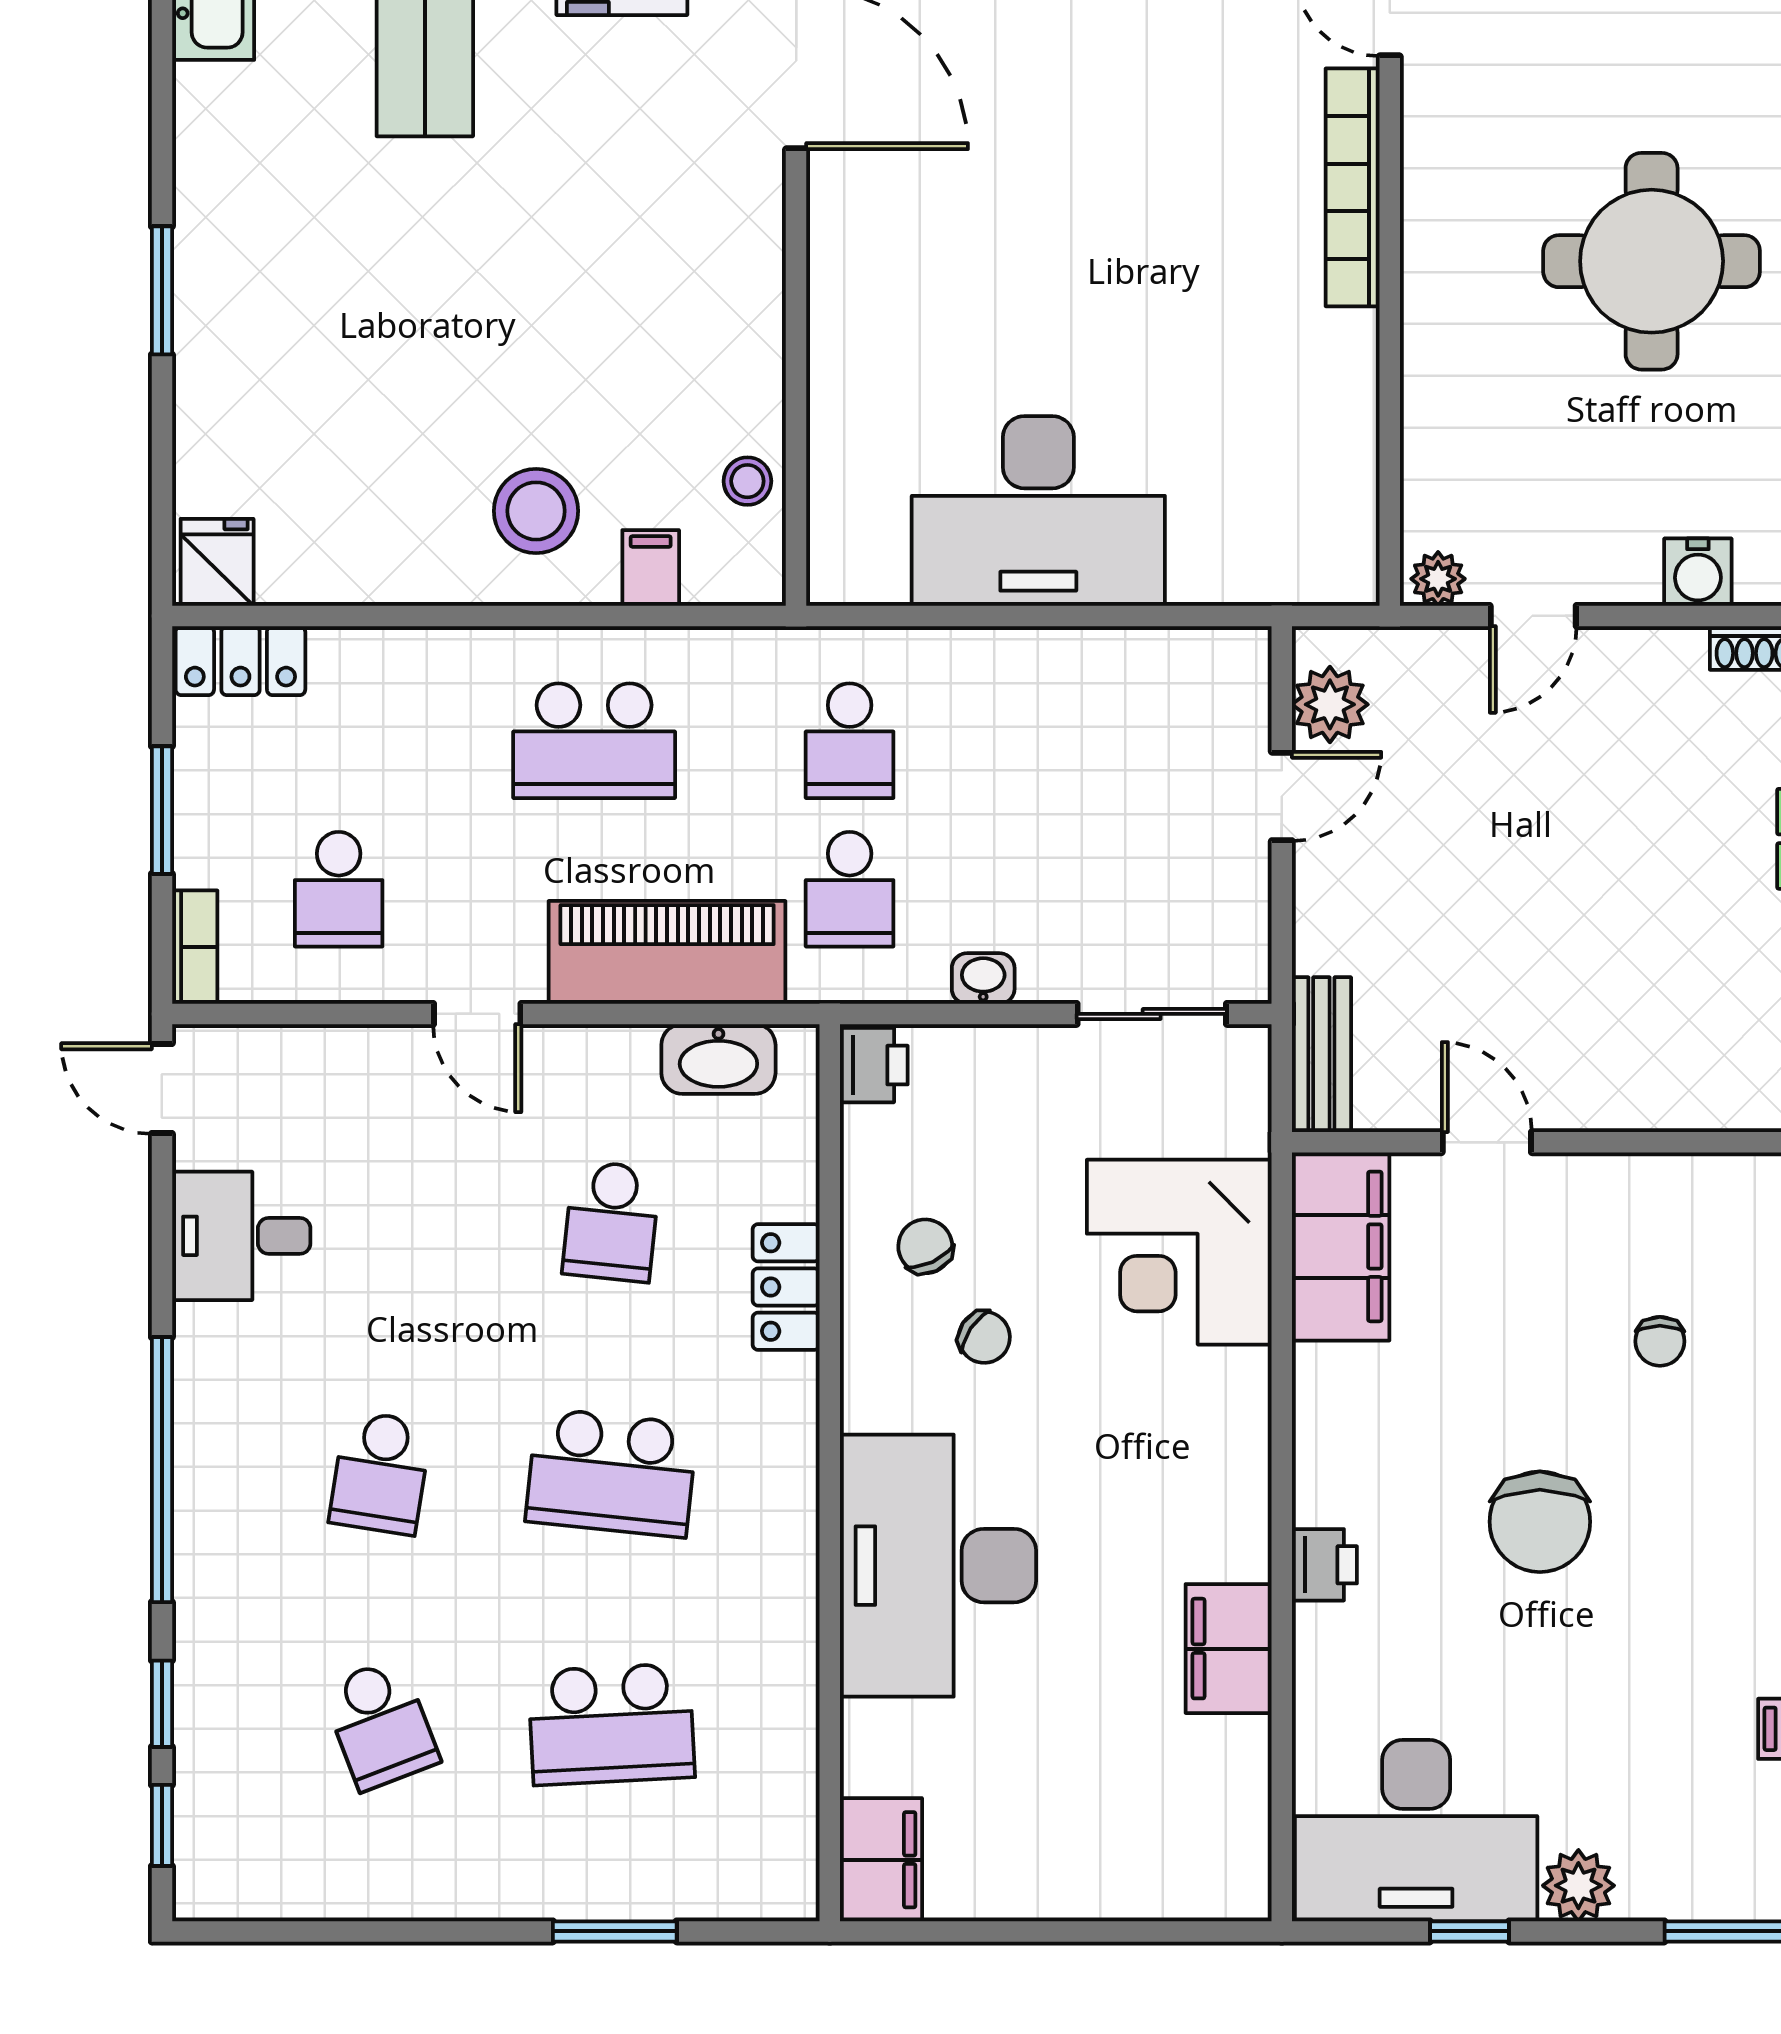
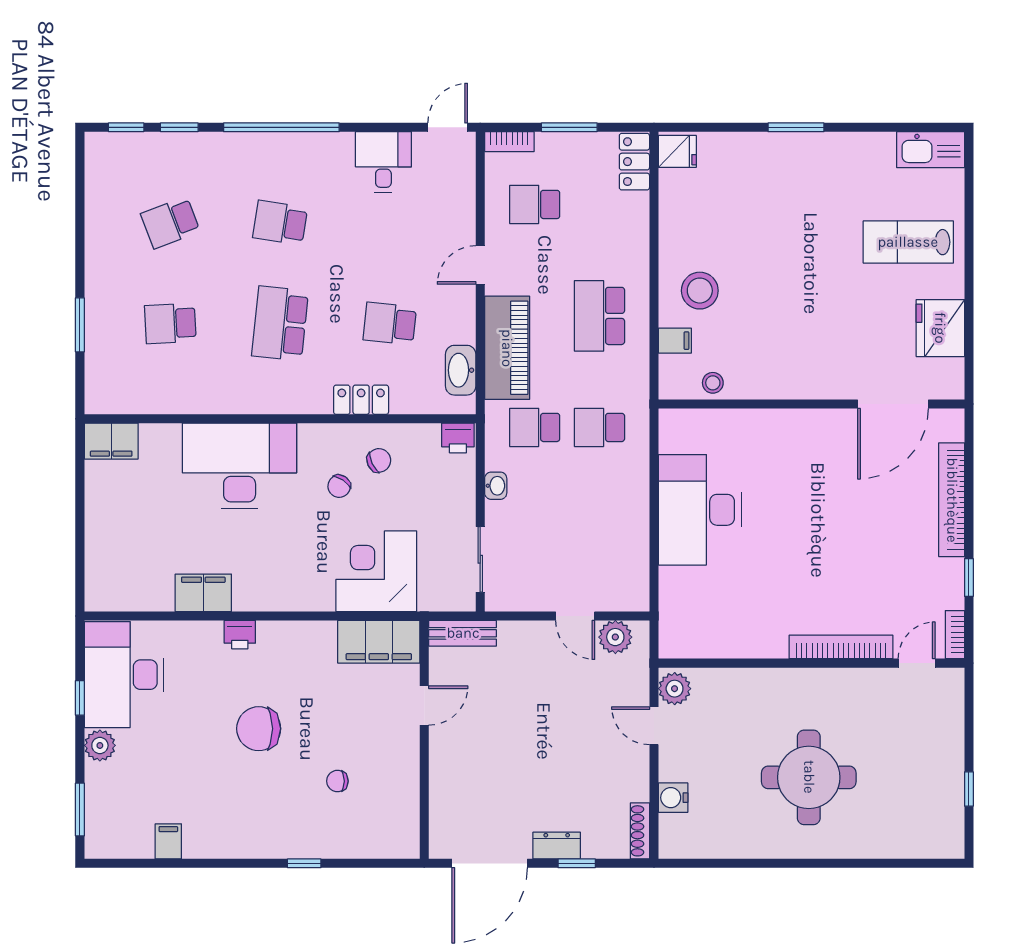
plant: (1438, 579) -> (675, 689), width x1.38, depth x1.38
school desk: (611, 1724) -> (170, 323), width x0.54

